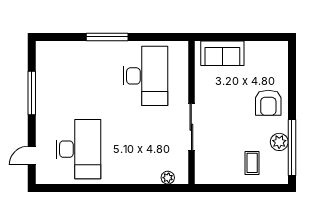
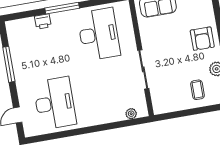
printer: (81, 49) -> (43, 22), added

